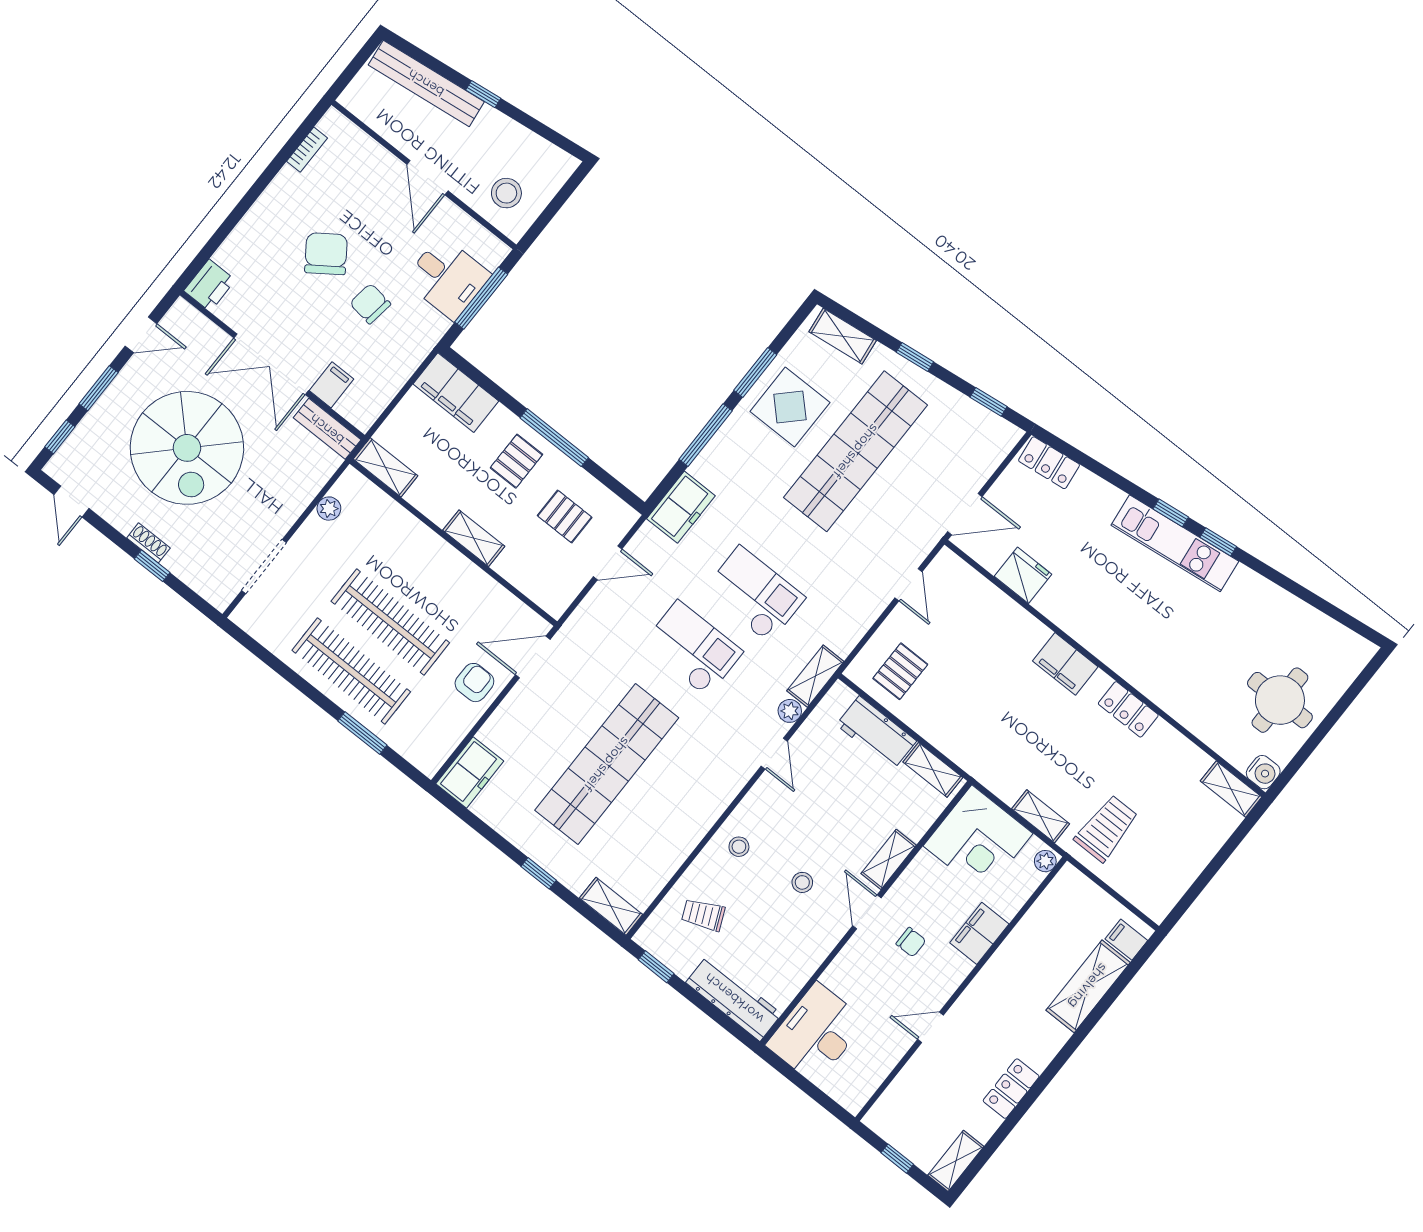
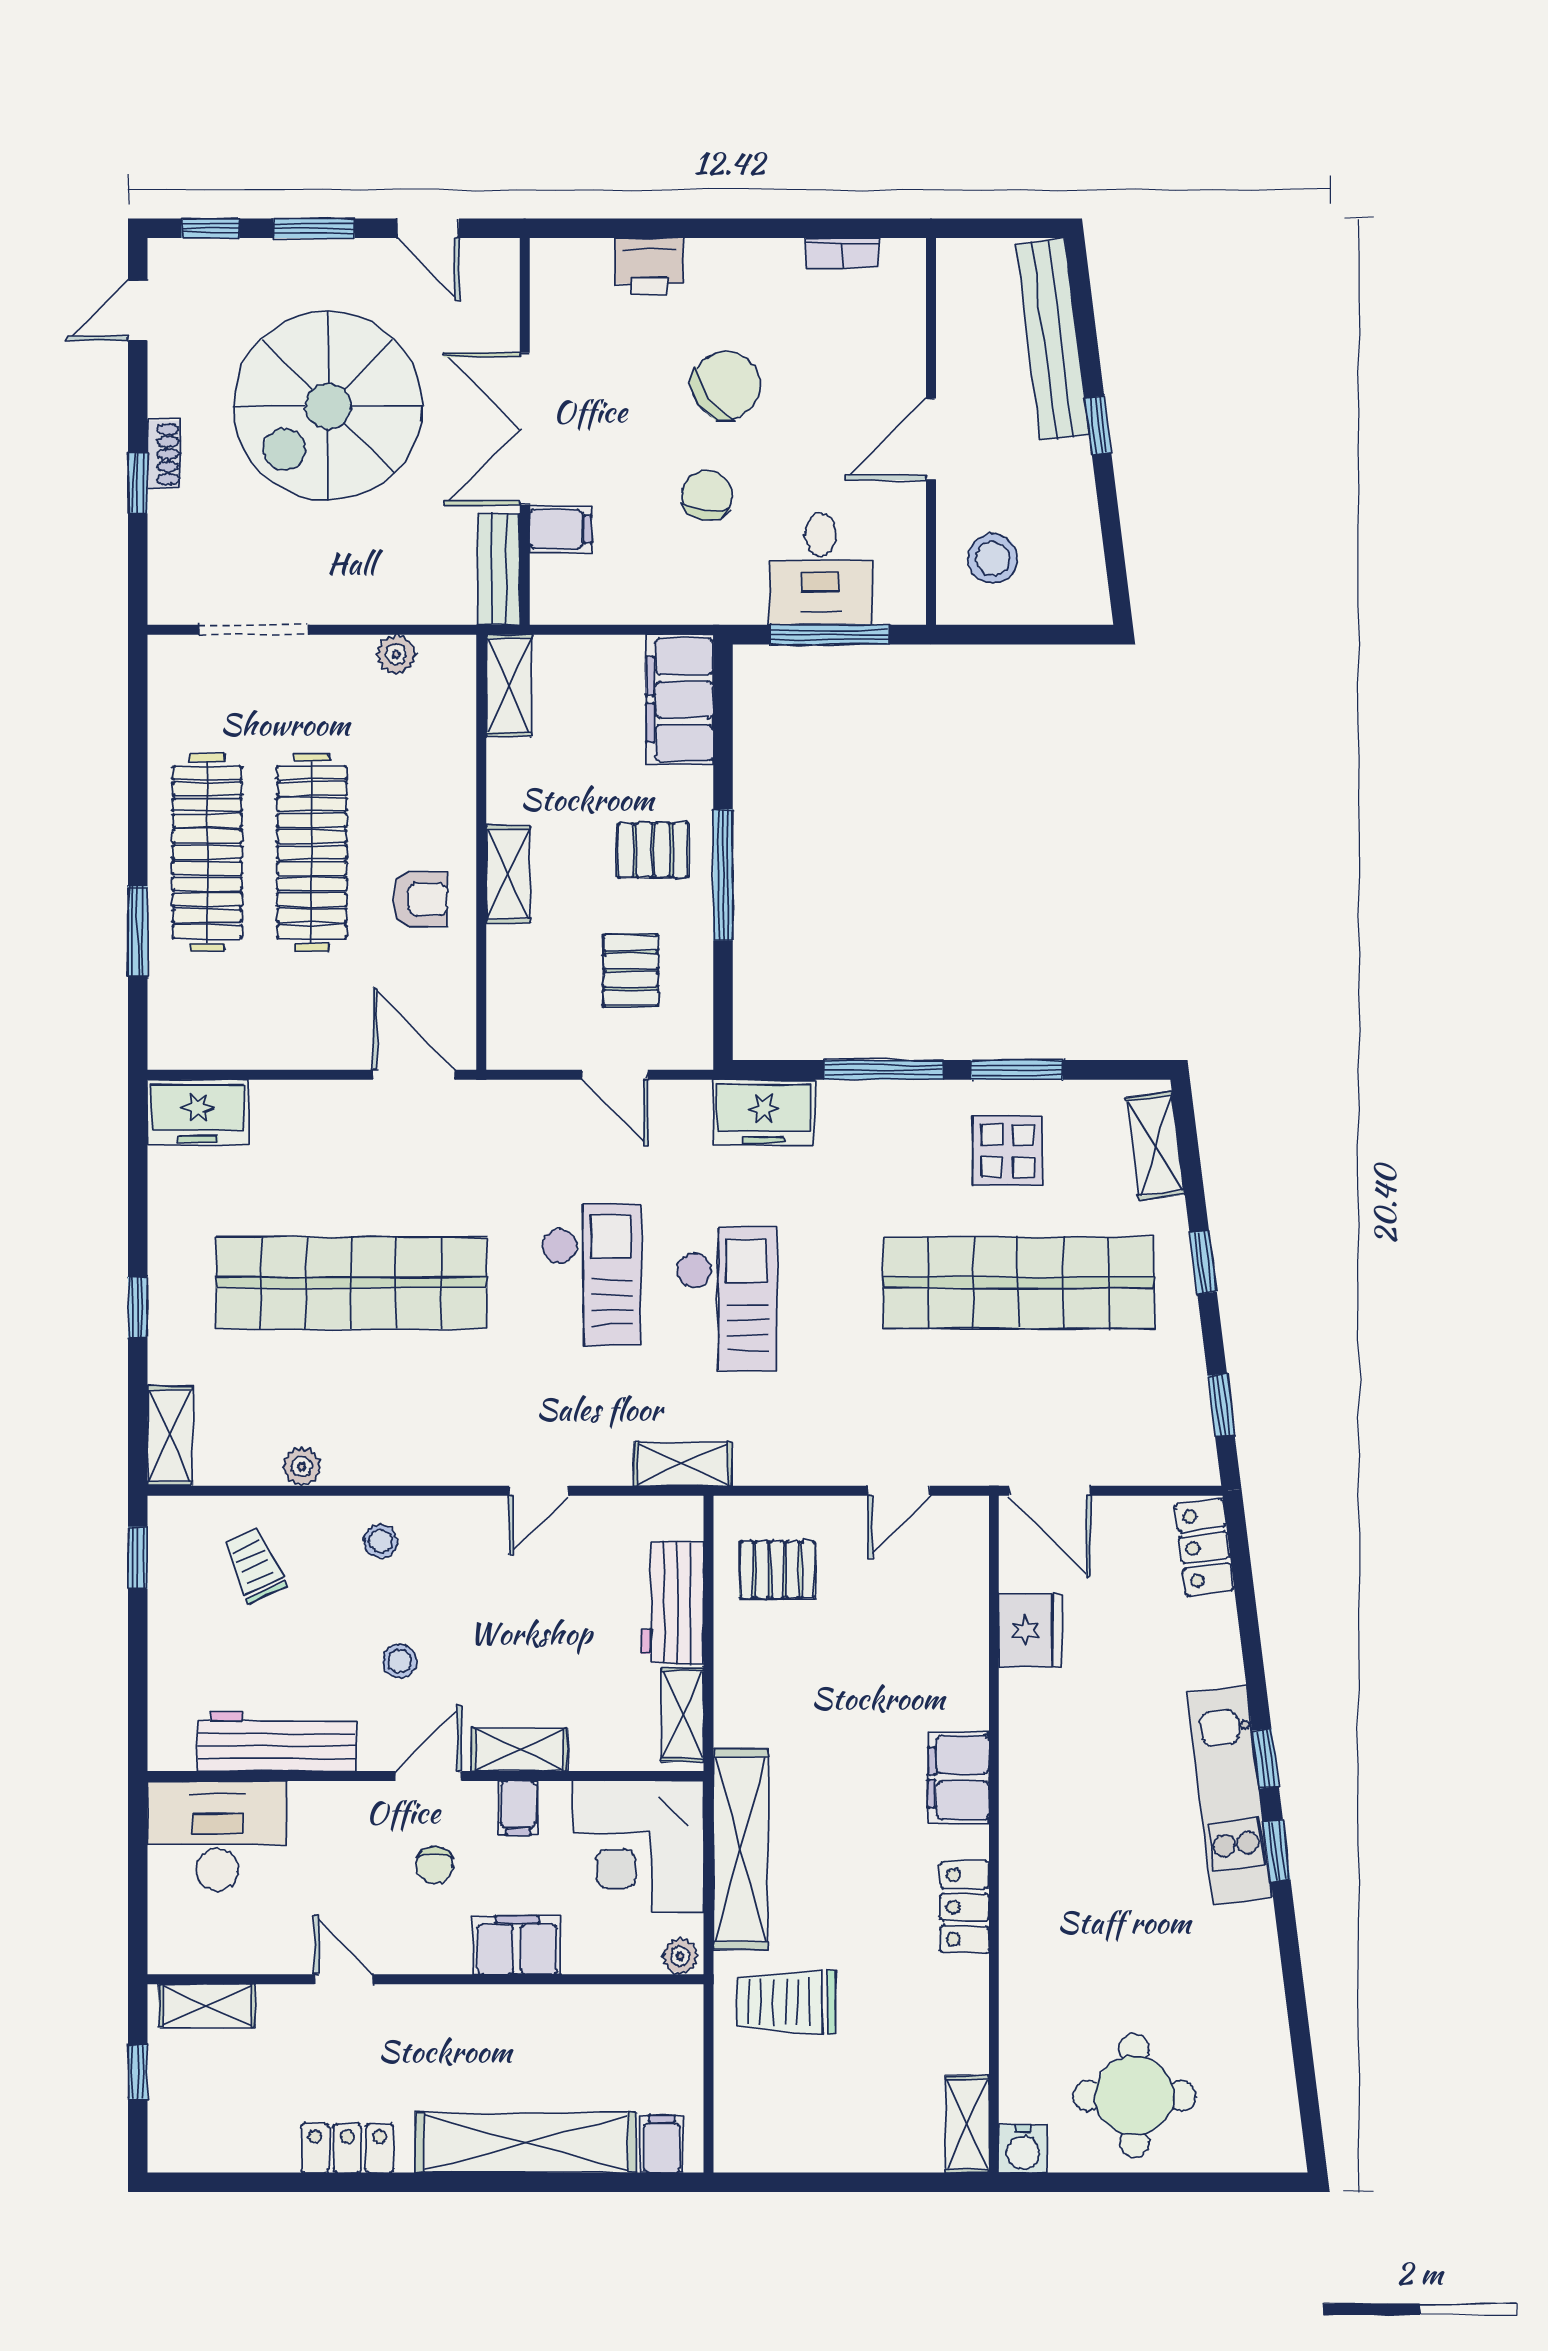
printer: (210, 285) -> (649, 266), moved
display table: (790, 407) -> (1008, 1151), width x0.73, depth x0.73
armchair: (474, 683) -> (420, 899), moved
plant: (790, 711) -> (302, 1467), moved
shelving: (1041, 816) -> (741, 1849), width x2.20, depth x1.33
trolley: (1106, 828) -> (786, 2002), turned 180
filing cabinet: (915, 882) -> (518, 1808), added
shelving: (1088, 986) -> (526, 2143), width x1.47
workbench: (734, 998) -> (277, 1741), moved, turned -90
shelving: (956, 1161) -> (207, 2006), moved

